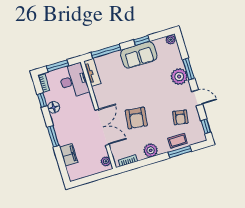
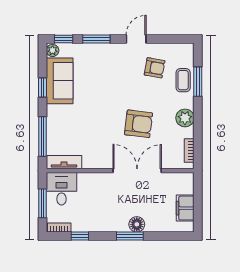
sofa: (139, 55) -> (60, 81), moved
plant: (179, 77) -> (102, 54), removed
desk: (74, 81) -> (62, 189), width x0.73
floor lamp: (54, 107) -> (137, 224), moved
window: (206, 126) -> (64, 39), moved
filing cabinet: (69, 155) -> (185, 208), moved, turned -90
plant: (106, 161) -> (182, 179), removed

